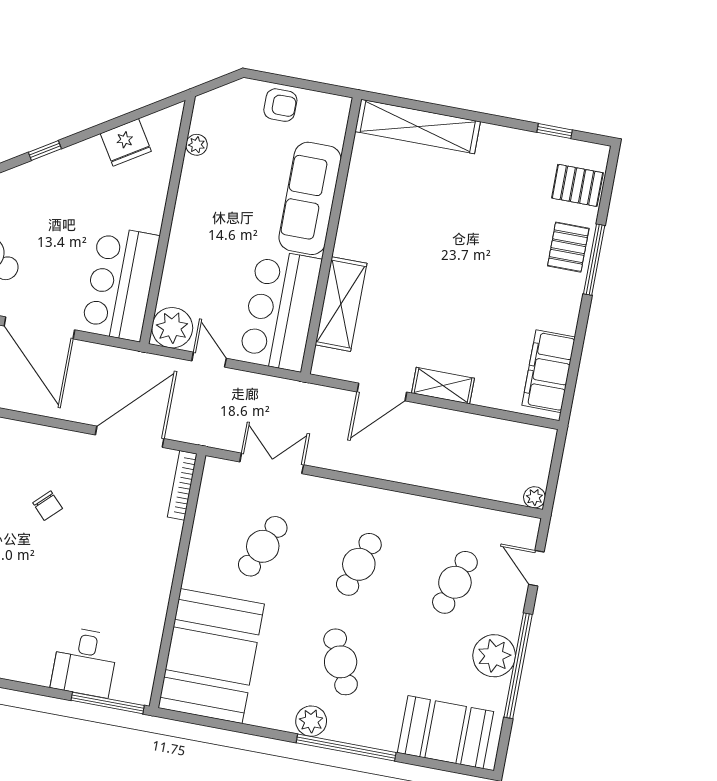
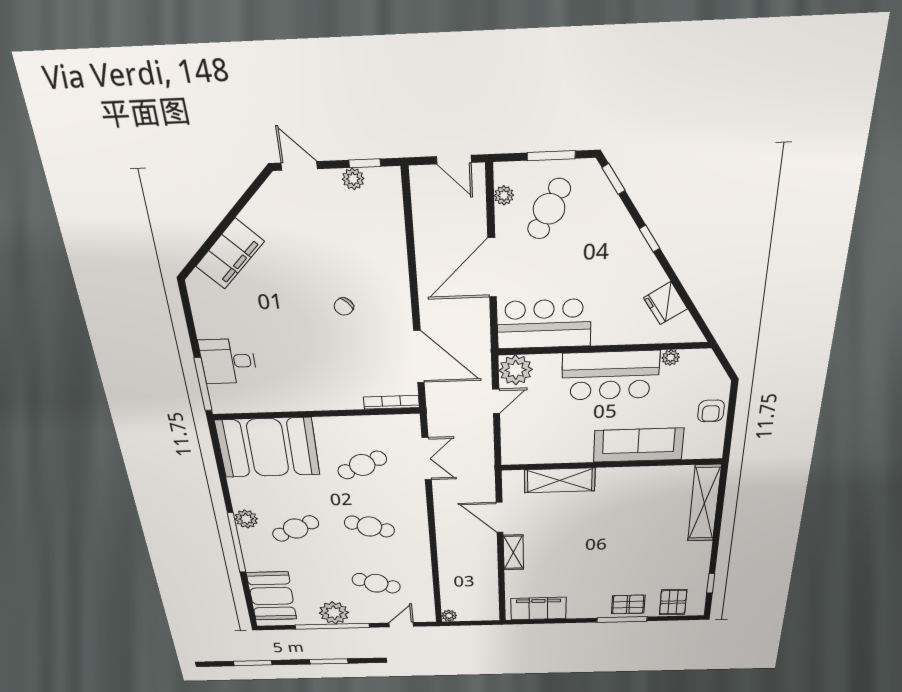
bar counter: (280, 310) -> (610, 375), moved, turned 180
cafe table: (263, 546) -> (362, 465), turned -48

